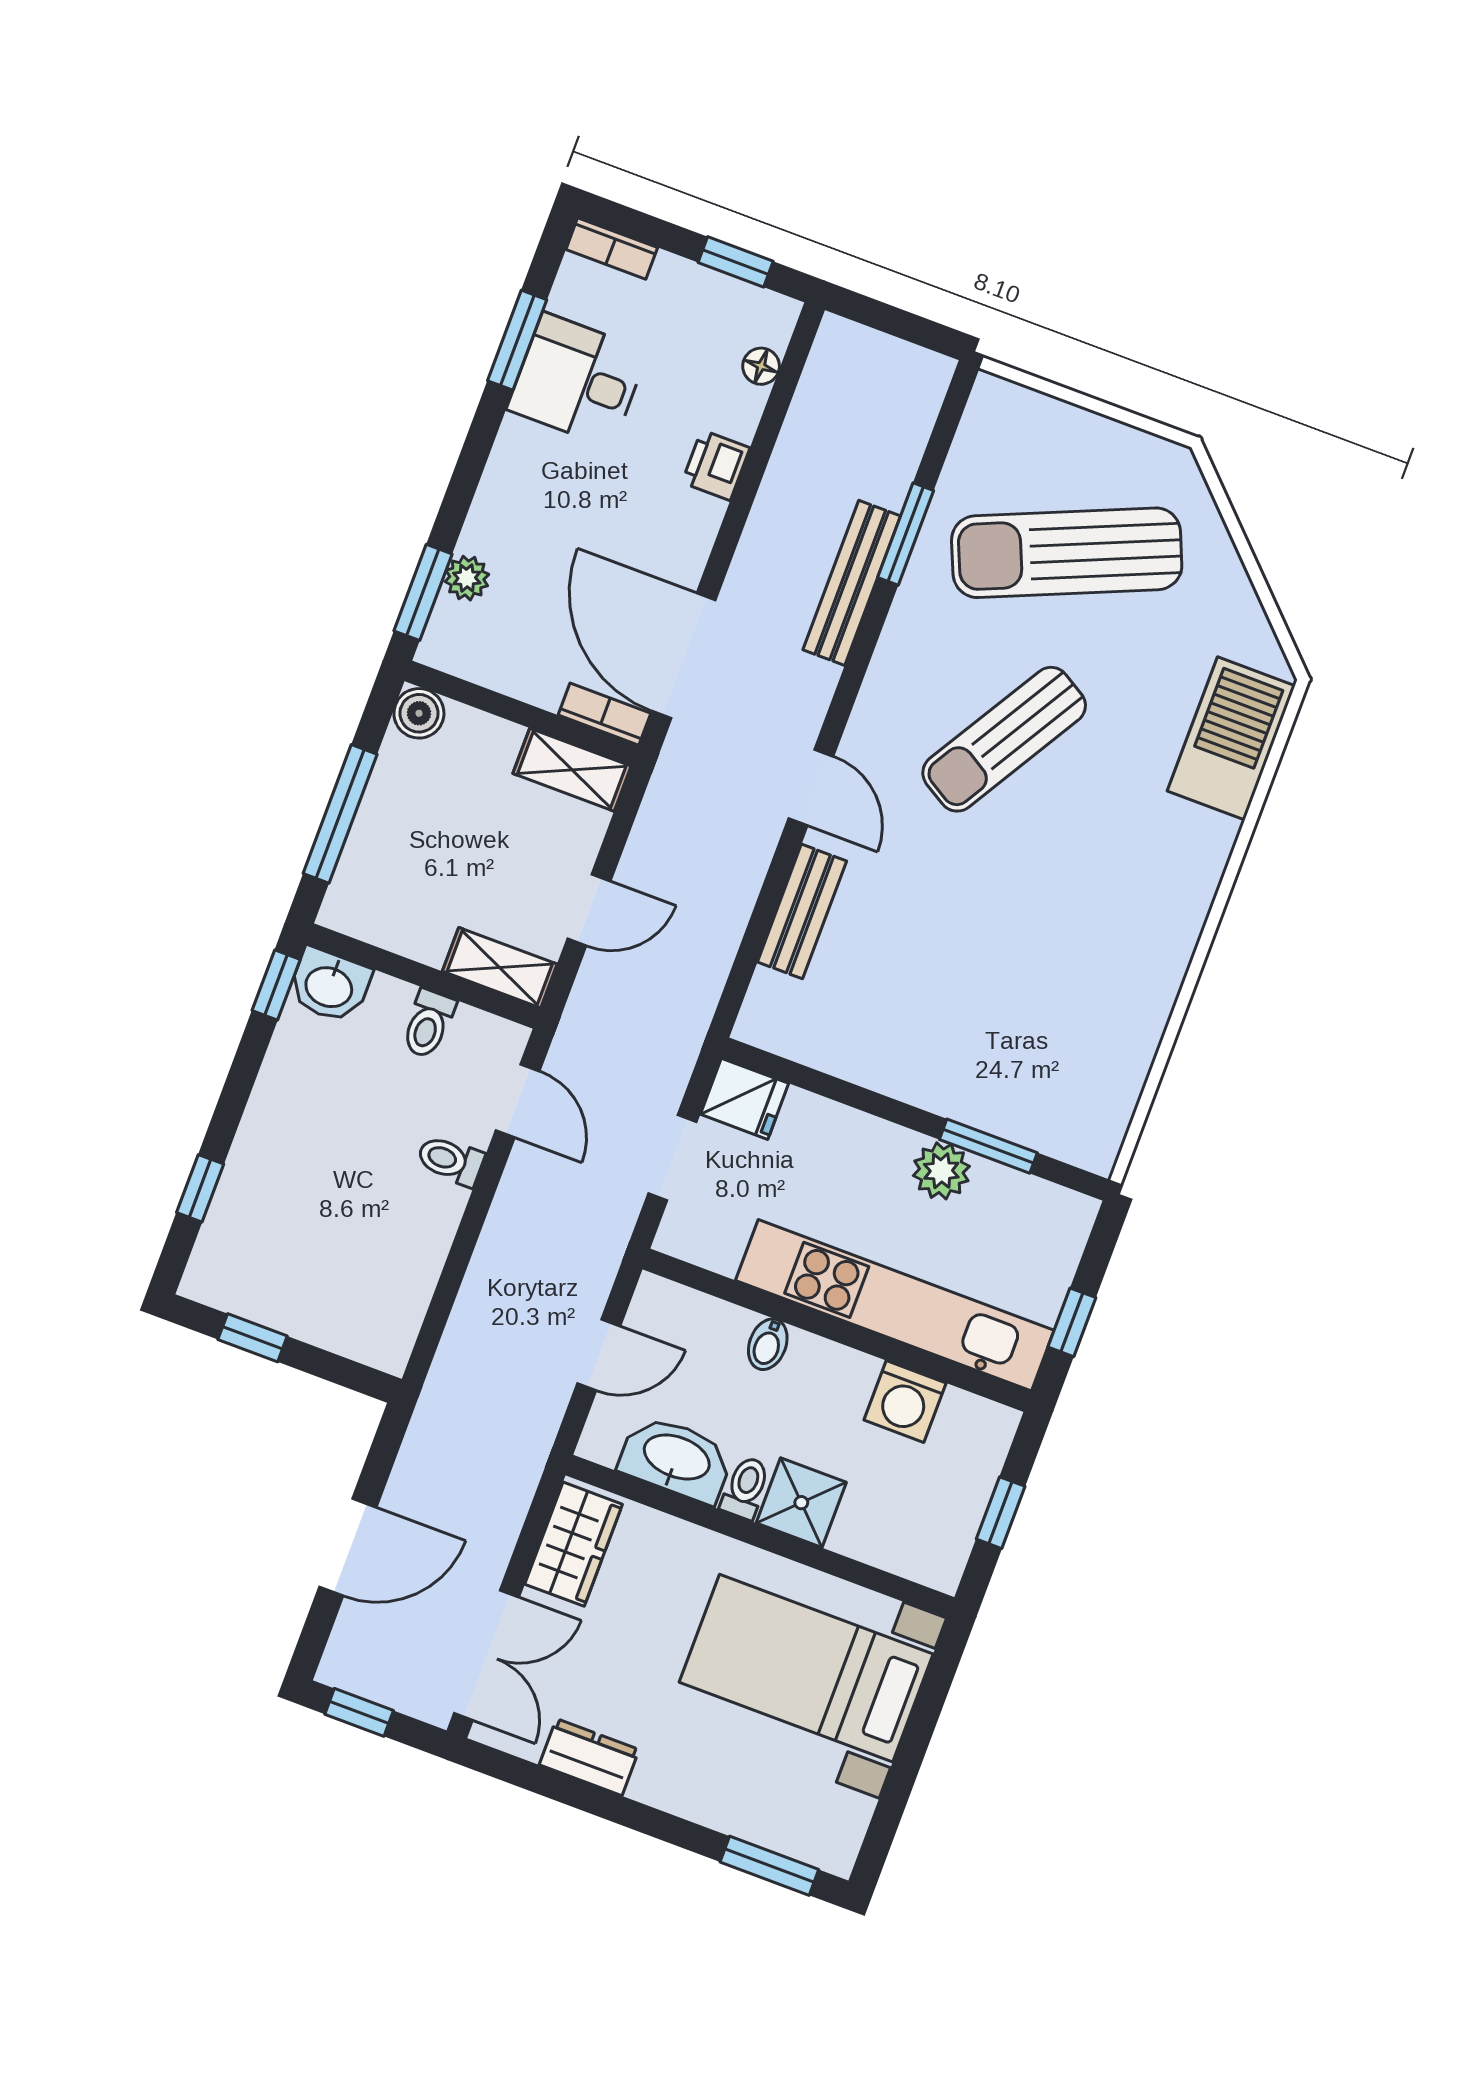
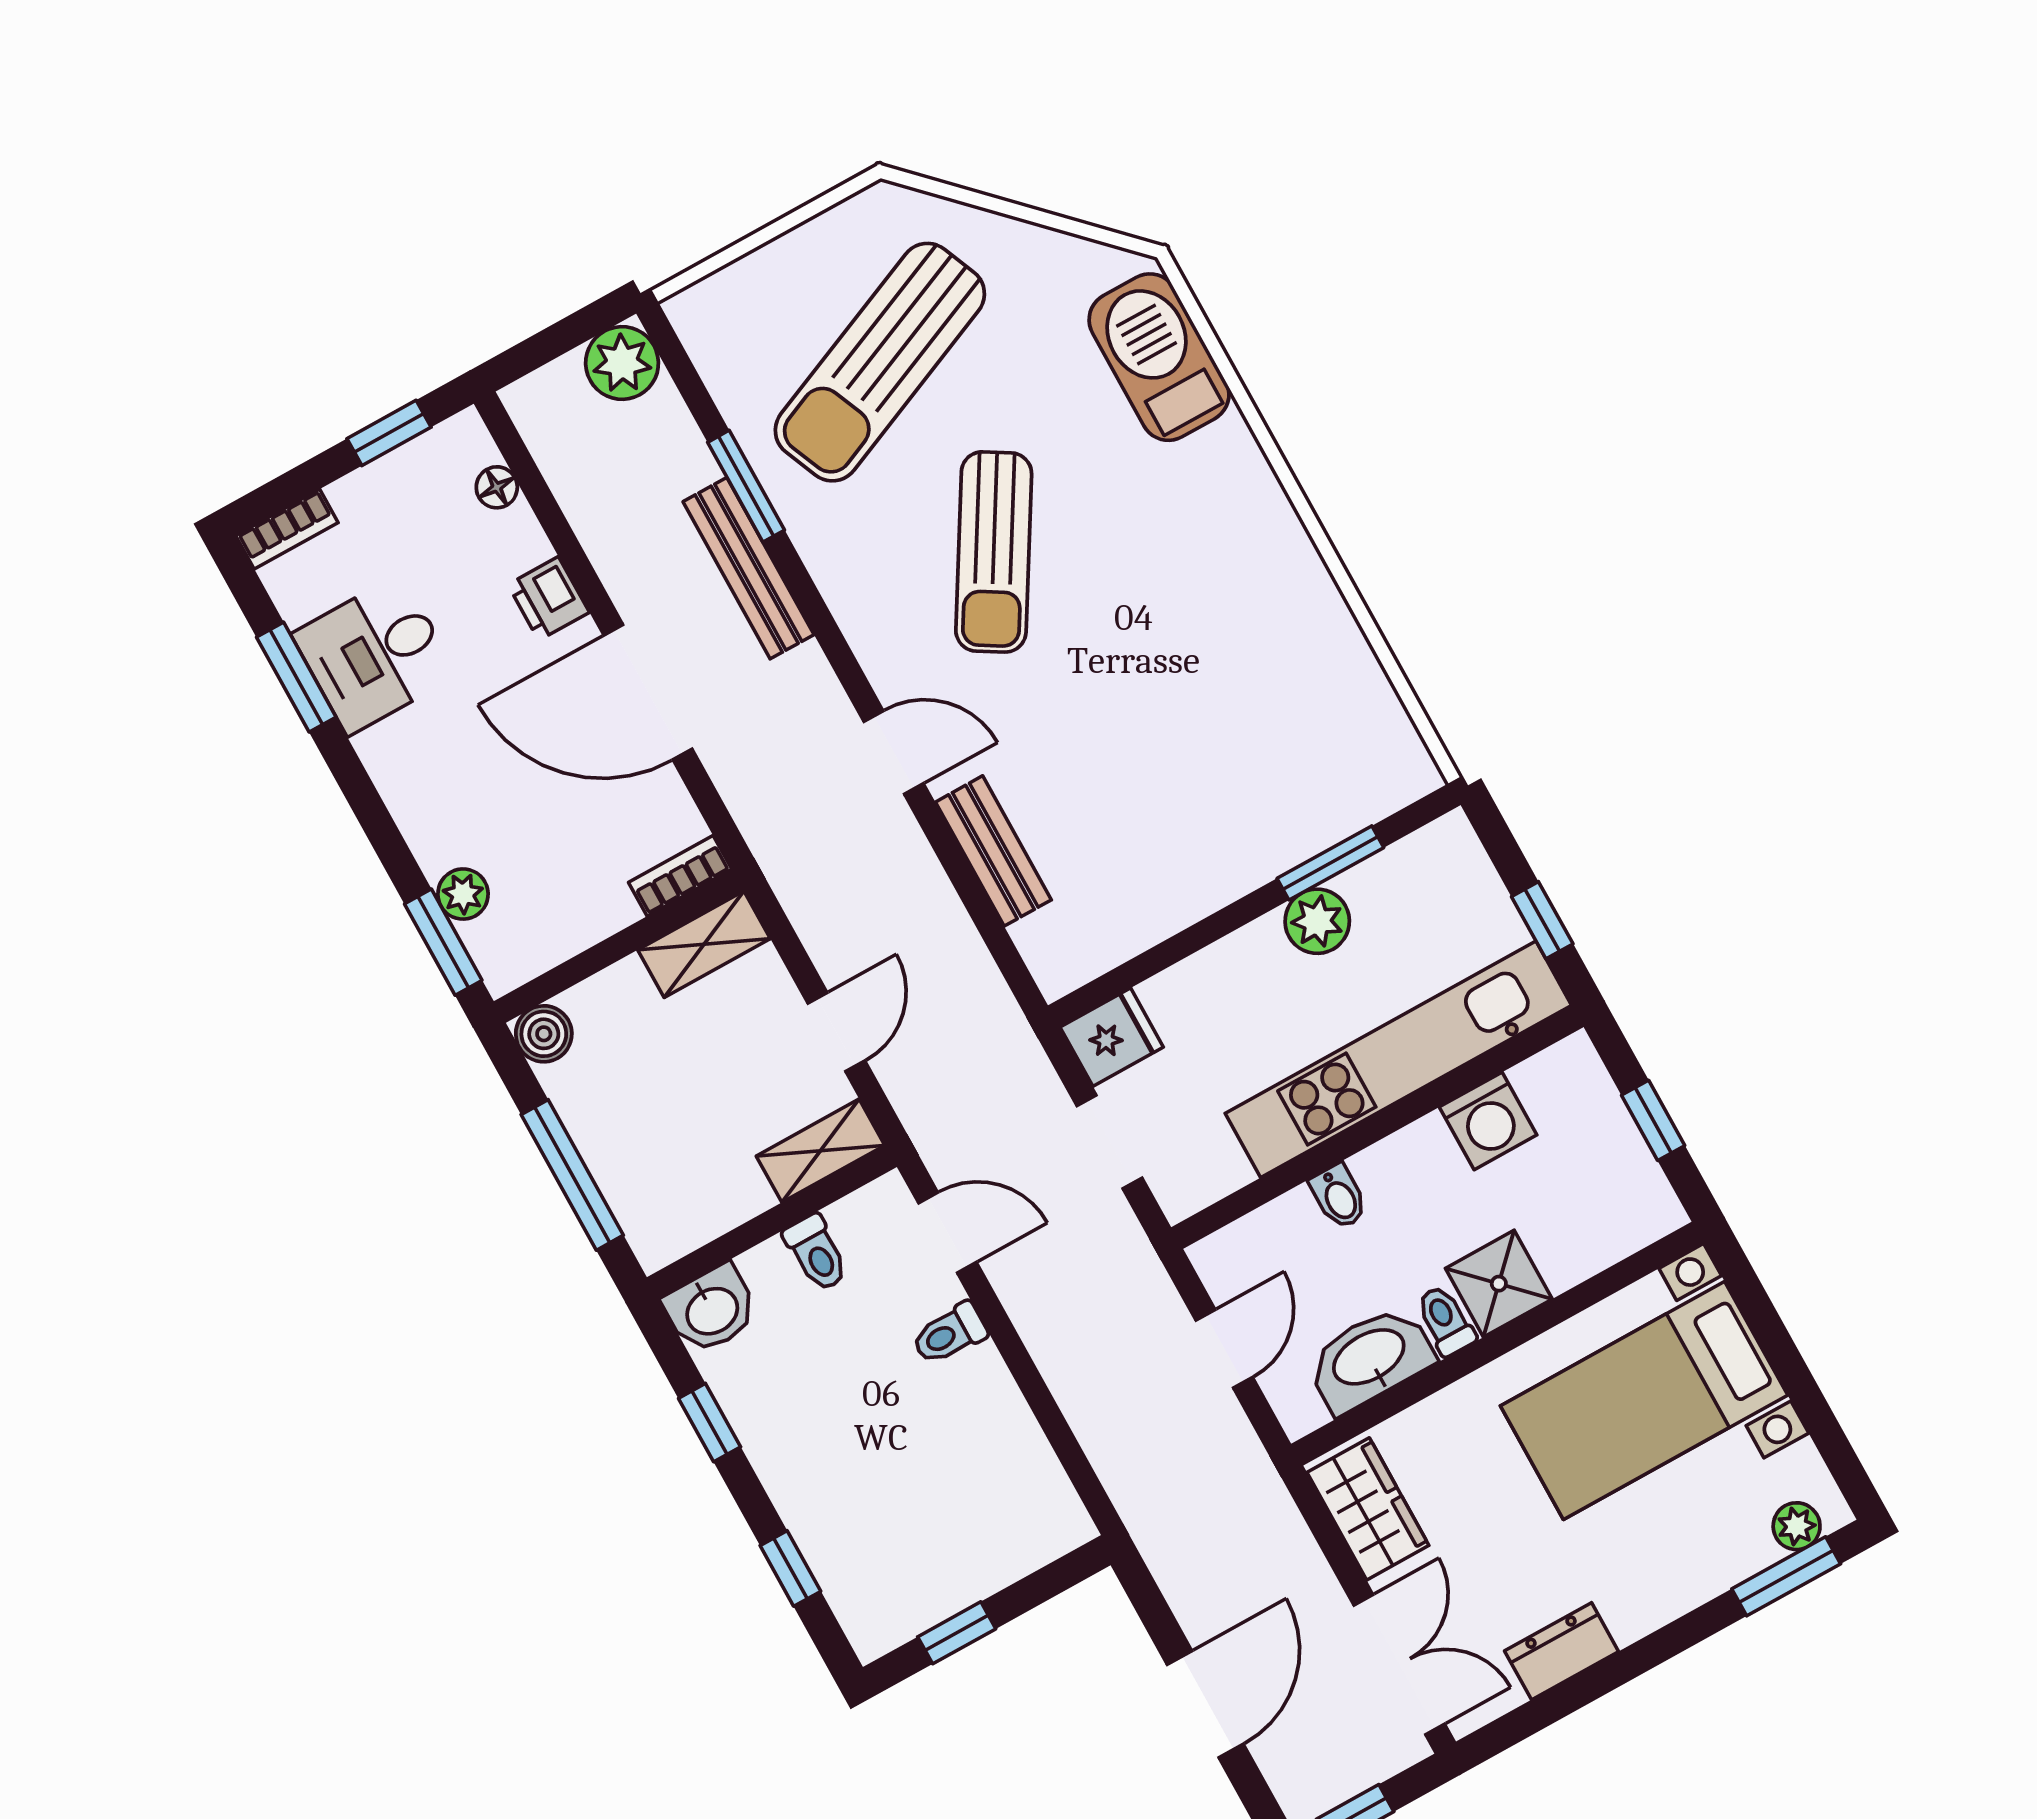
plant: (917, 379) -> (622, 363), added
door: (684, 656) -> (648, 692), moved
window: (276, 985) -> (710, 1423), moved
plant: (809, 1844) -> (1797, 1526), added

